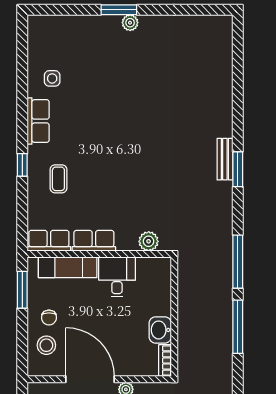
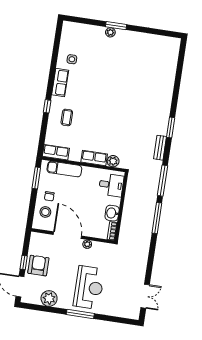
plant: (130, 23) -> (110, 32), moved
bench: (225, 159) -> (160, 148), moved
row of seats: (94, 241) -> (94, 158), moved
desk: (117, 277) -> (111, 185), moved, turned 90

